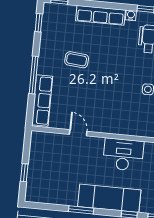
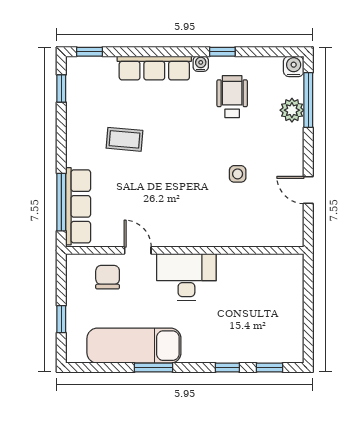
window: (34, 75) -> (61, 202), moved
chair: (57, 148) -> (108, 277), added
desk: (123, 155) -> (186, 277), moved
exam couch: (109, 198) -> (134, 346), moved

